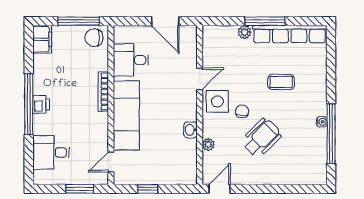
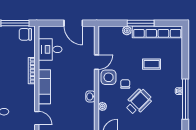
exam couch: (126, 115) -> (44, 87), width x0.73, depth x0.69
door: (111, 162) -> (37, 118), swing flipped

